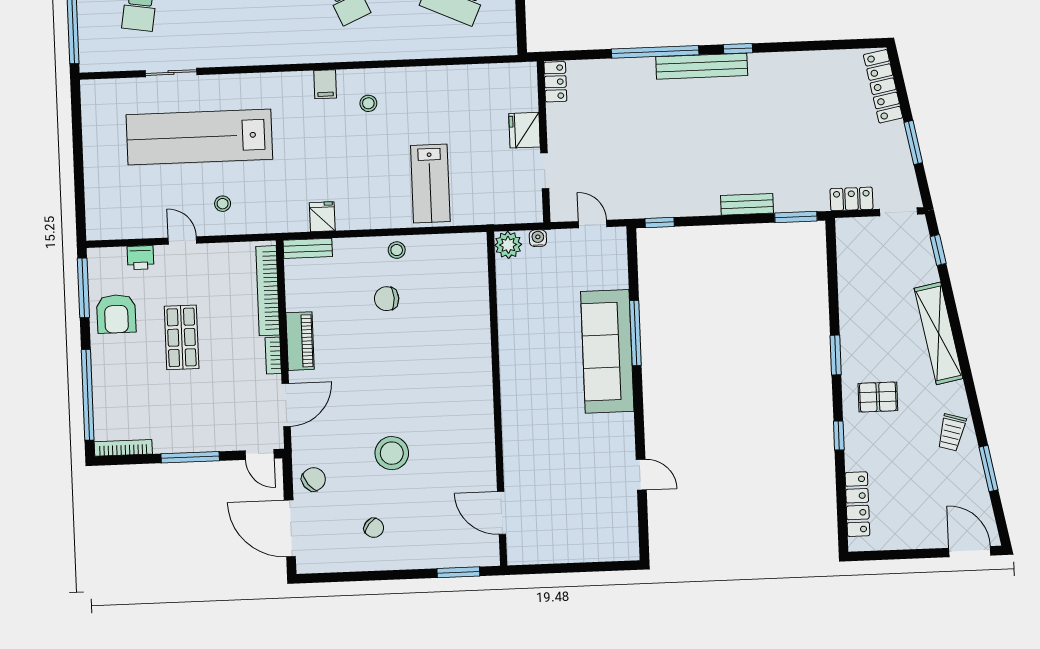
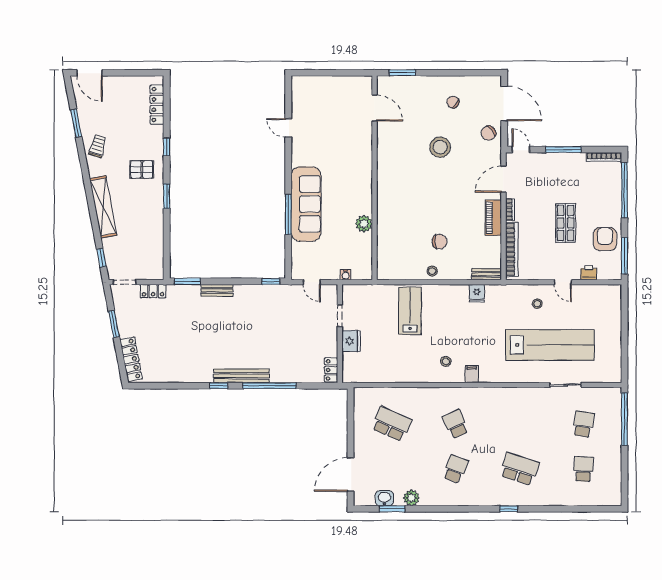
plant: (508, 245) -> (364, 224), moved

